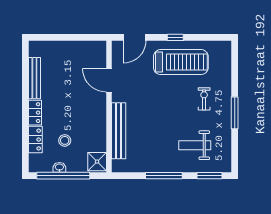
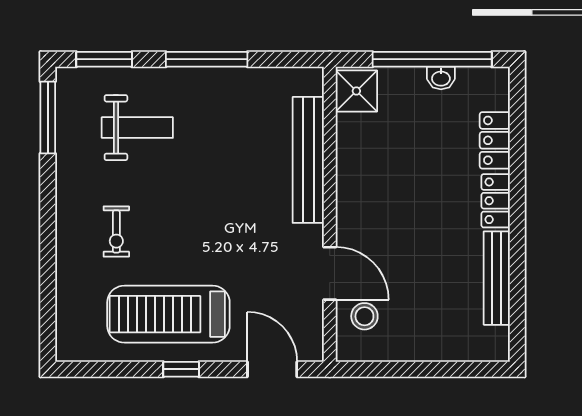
door: (135, 37) -> (272, 369), hinge flipped
window: (235, 113) -> (48, 118), moved
stool: (65, 140) -> (364, 316), moved

